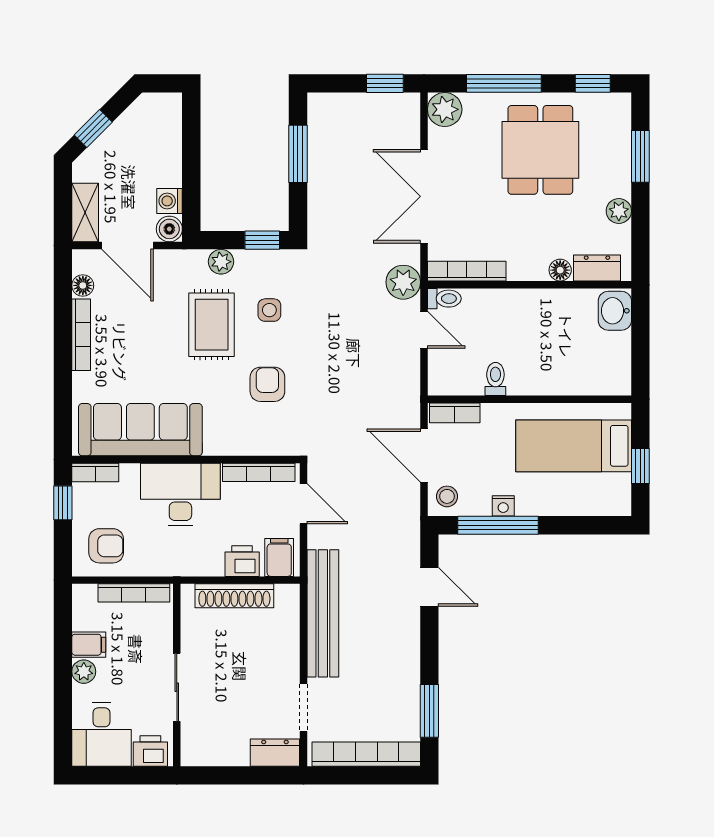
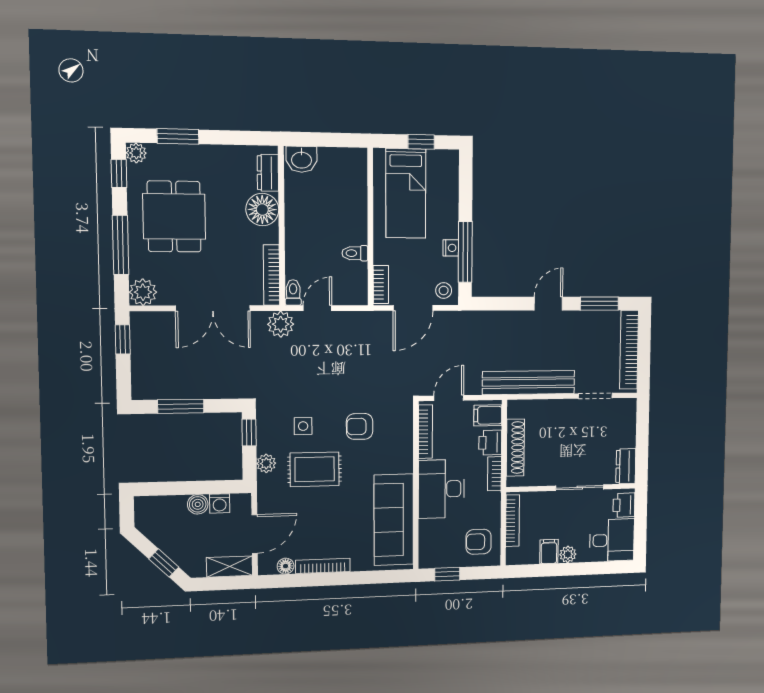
dining table: (540, 150) -> (174, 216), turned 90
plant: (619, 211) -> (136, 153), moved
boiler: (169, 229) -> (198, 504), moved
floor lamp: (560, 270) -> (262, 210), width x1.89, depth x1.89
bookcase: (95, 473) -> (494, 474), moved, turned 180
armchair: (106, 546) -> (479, 542), turned -90
door: (429, 587) -> (548, 304), moved
dresser: (275, 753) -> (626, 466), moved

